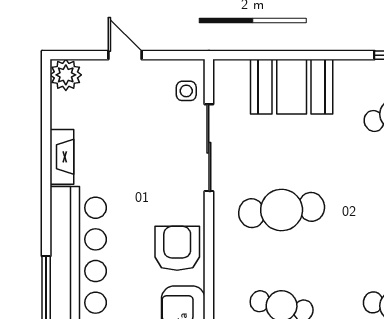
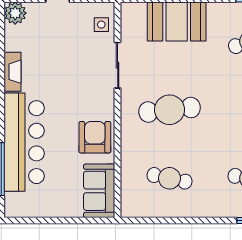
sliding door: (209, 148) -> (118, 65), width x0.73

